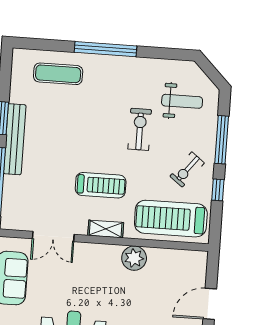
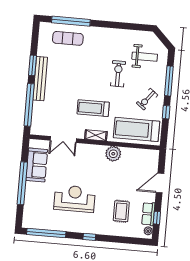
window: (106, 49) -> (71, 21), moved
treadmill: (101, 185) -> (93, 108), turned 180

